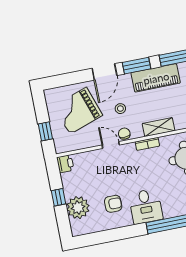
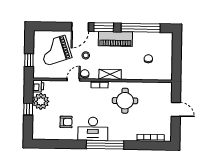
door: (111, 145) -> (73, 80), hinge flipped
desk: (146, 206) -> (93, 129), width x1.37
plant: (78, 208) -> (41, 101), moved

